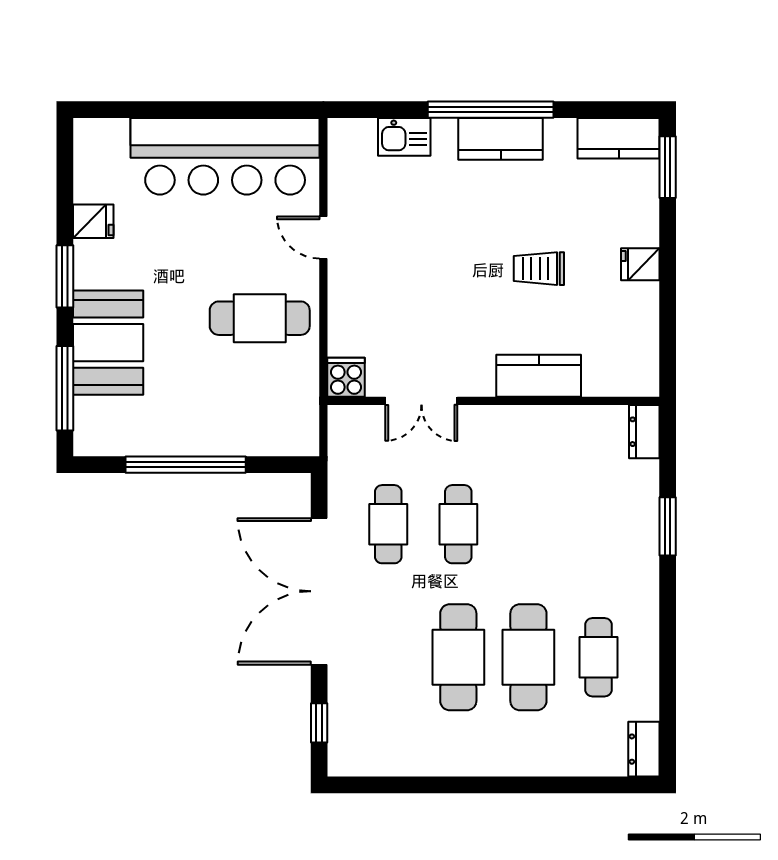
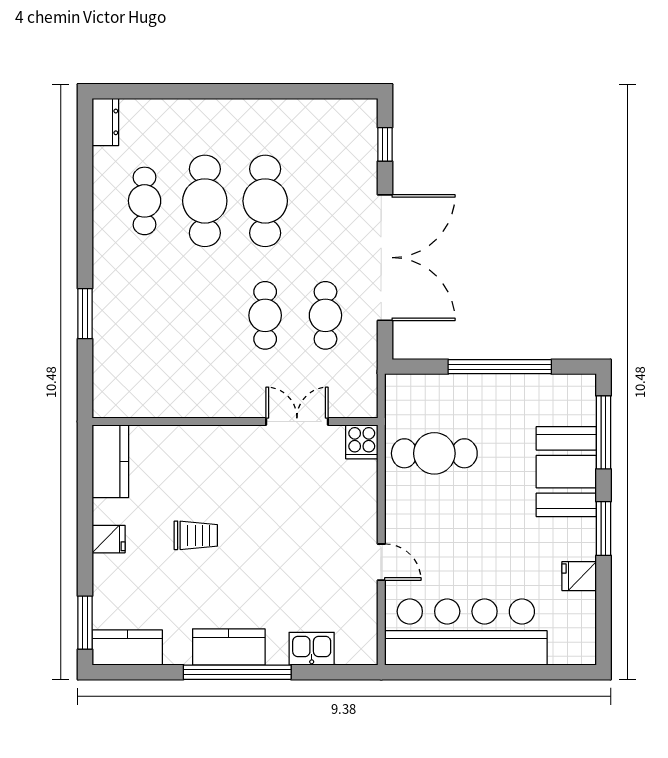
cafe table: (260, 318) -> (434, 453), moved
kitchen counter: (539, 376) -> (110, 461), moved, turned -90
dresser: (644, 432) -> (105, 395), removed

